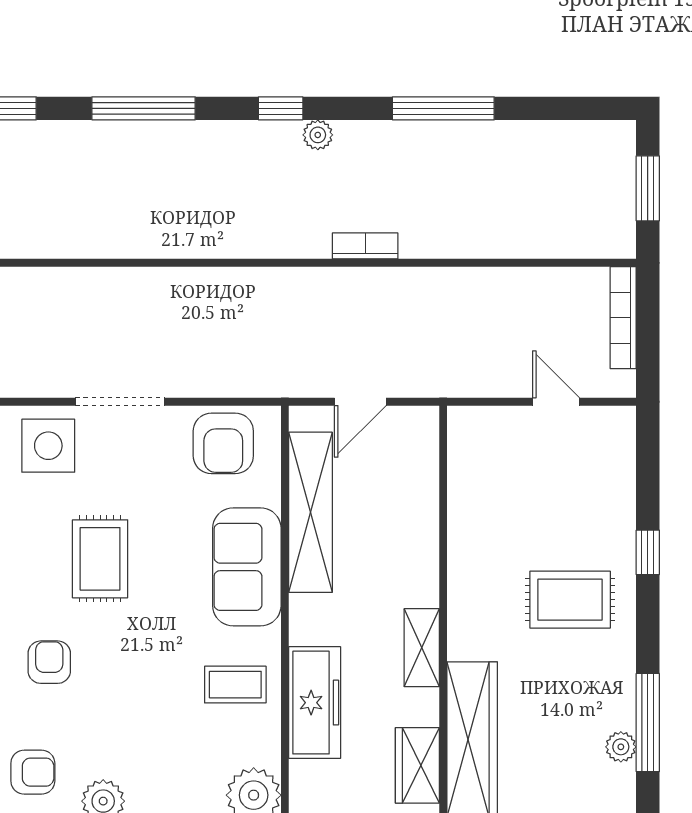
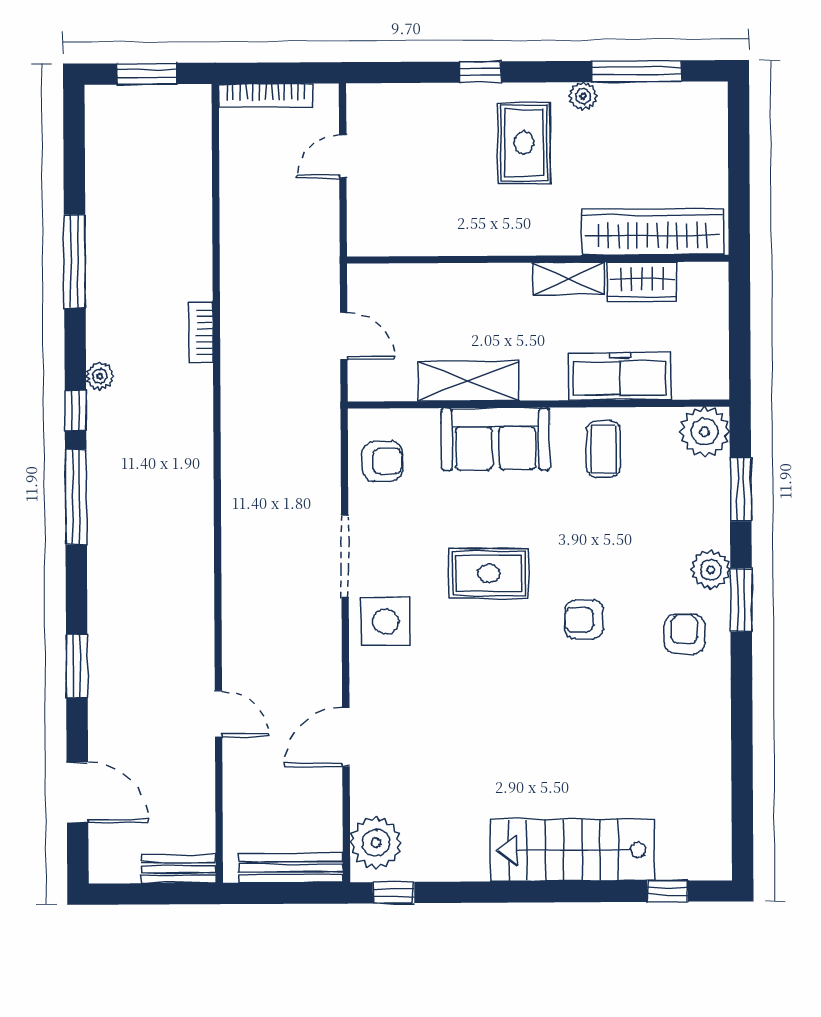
window: (144, 108) -> (76, 497), moved
armchair: (223, 443) -> (383, 461), width x0.72, depth x0.72
shelving: (311, 512) -> (469, 381), width x0.68
plant: (621, 747) -> (583, 96), moved
wardrobe: (417, 765) -> (642, 282), moved

